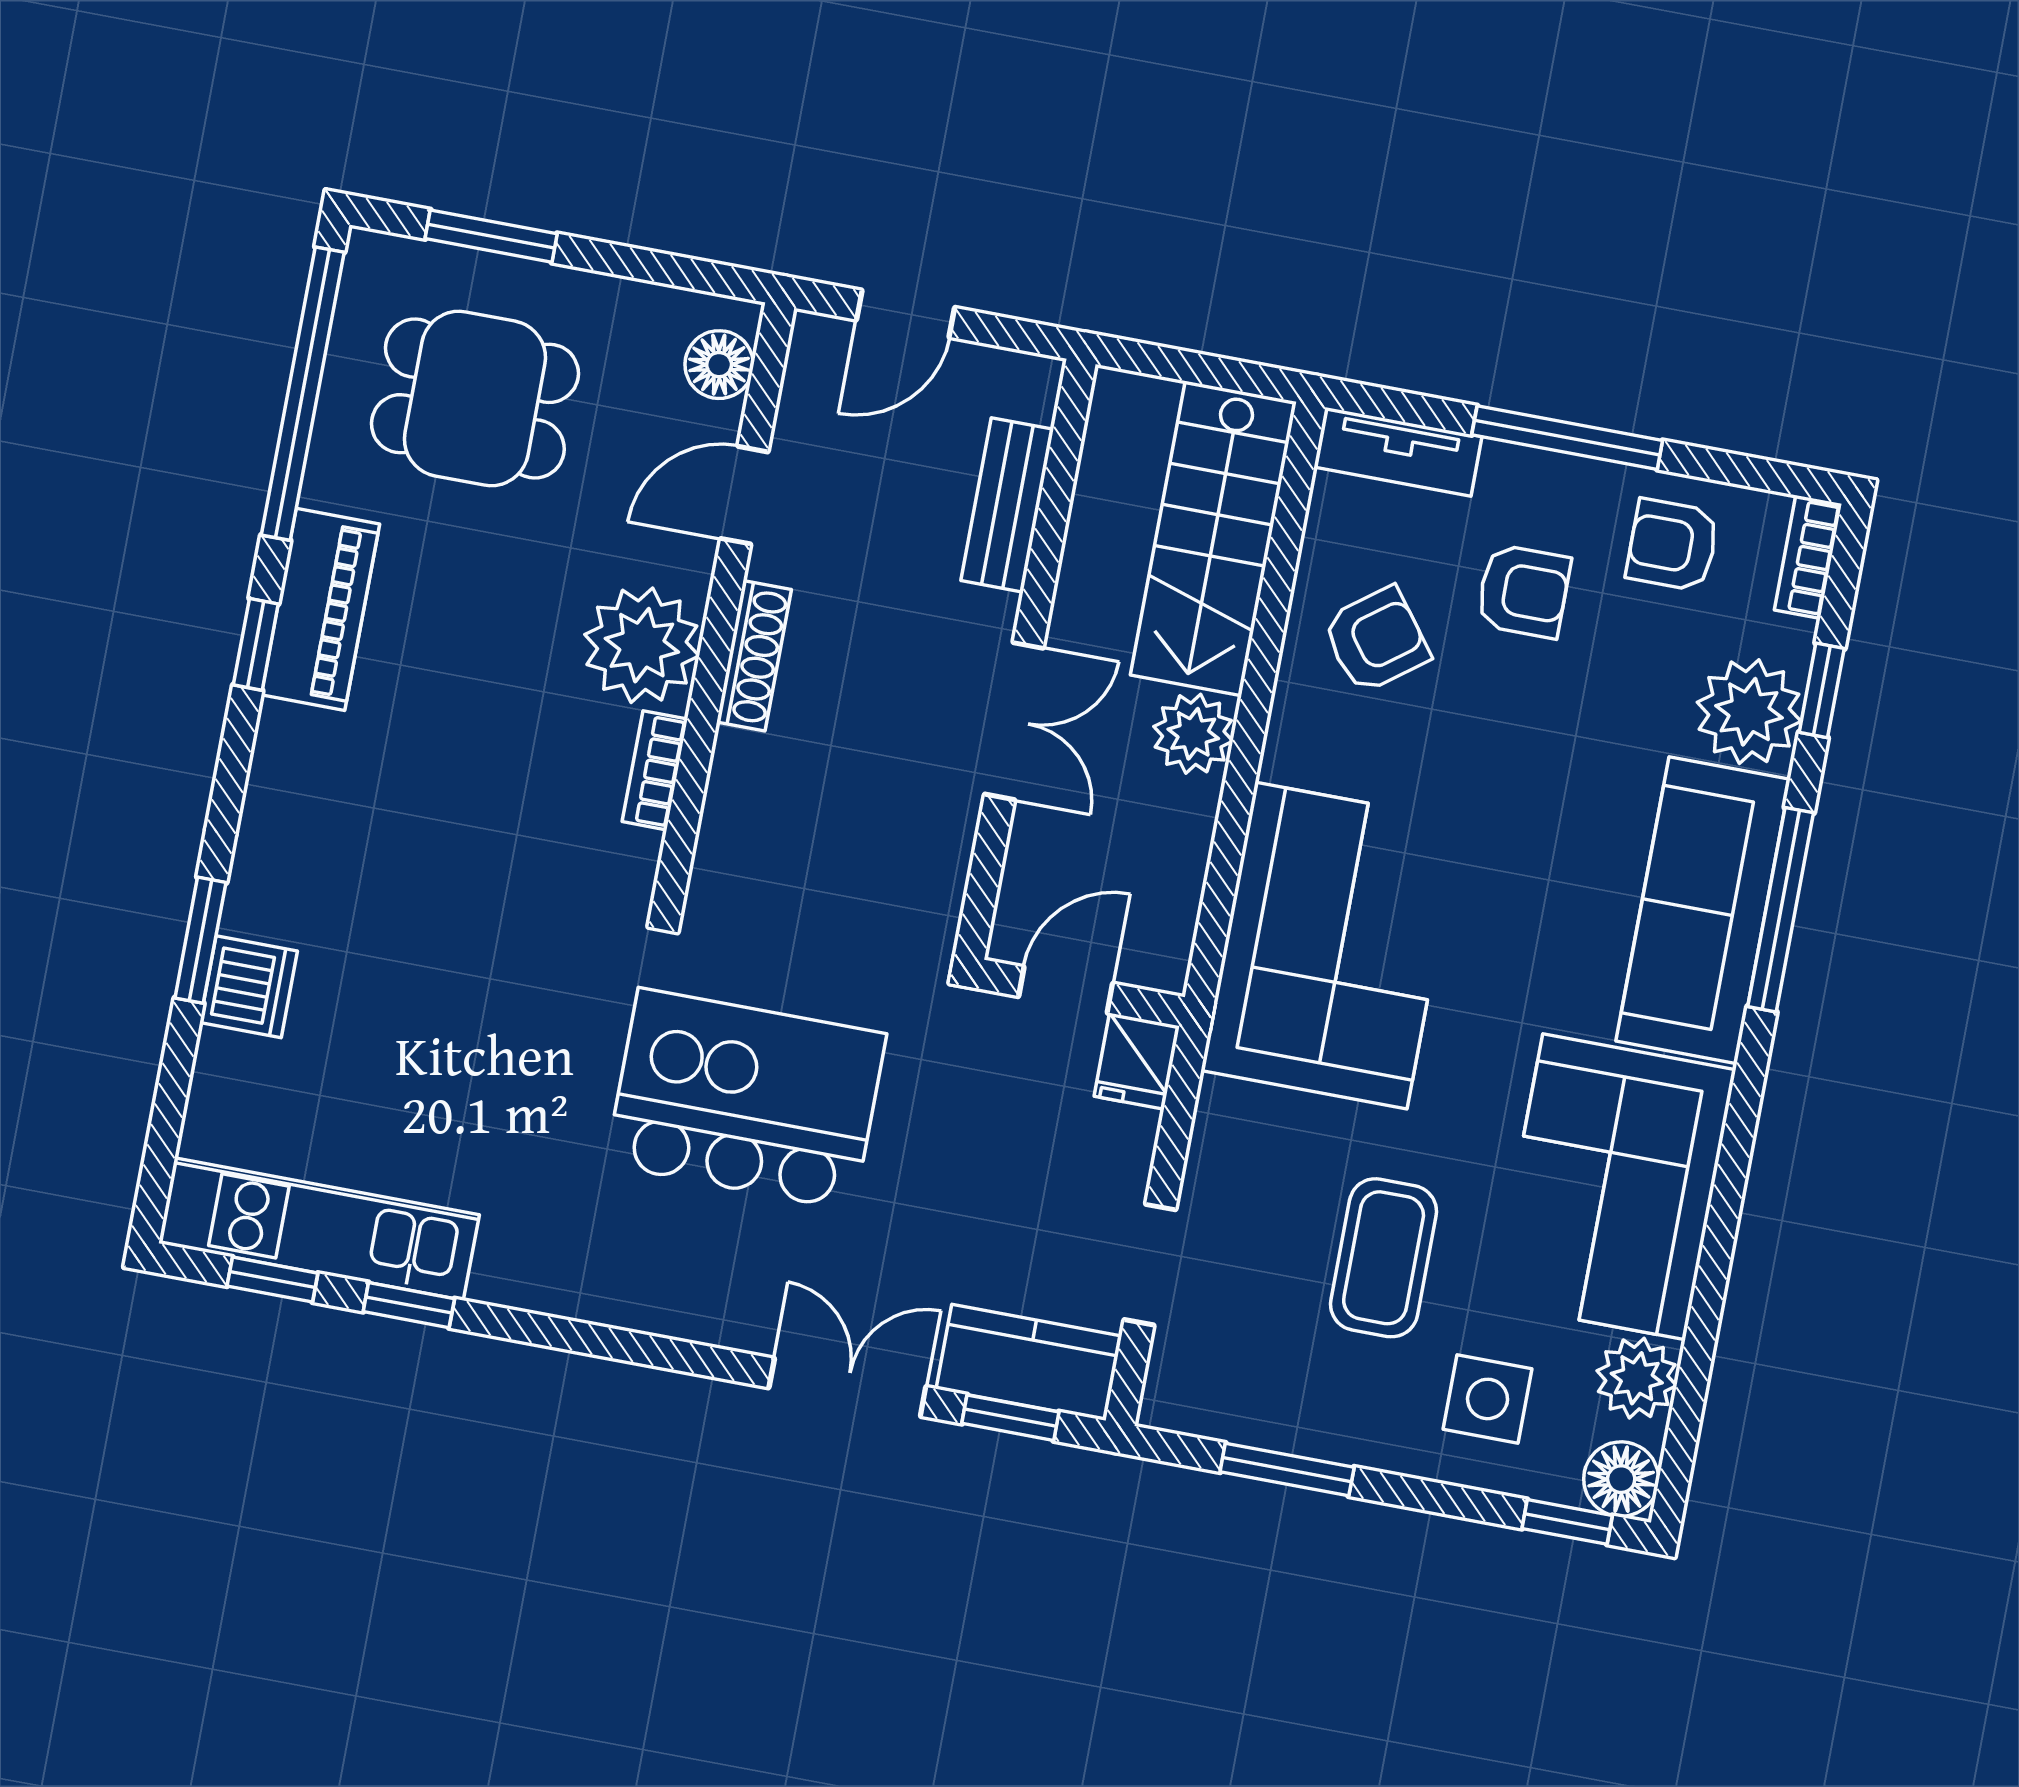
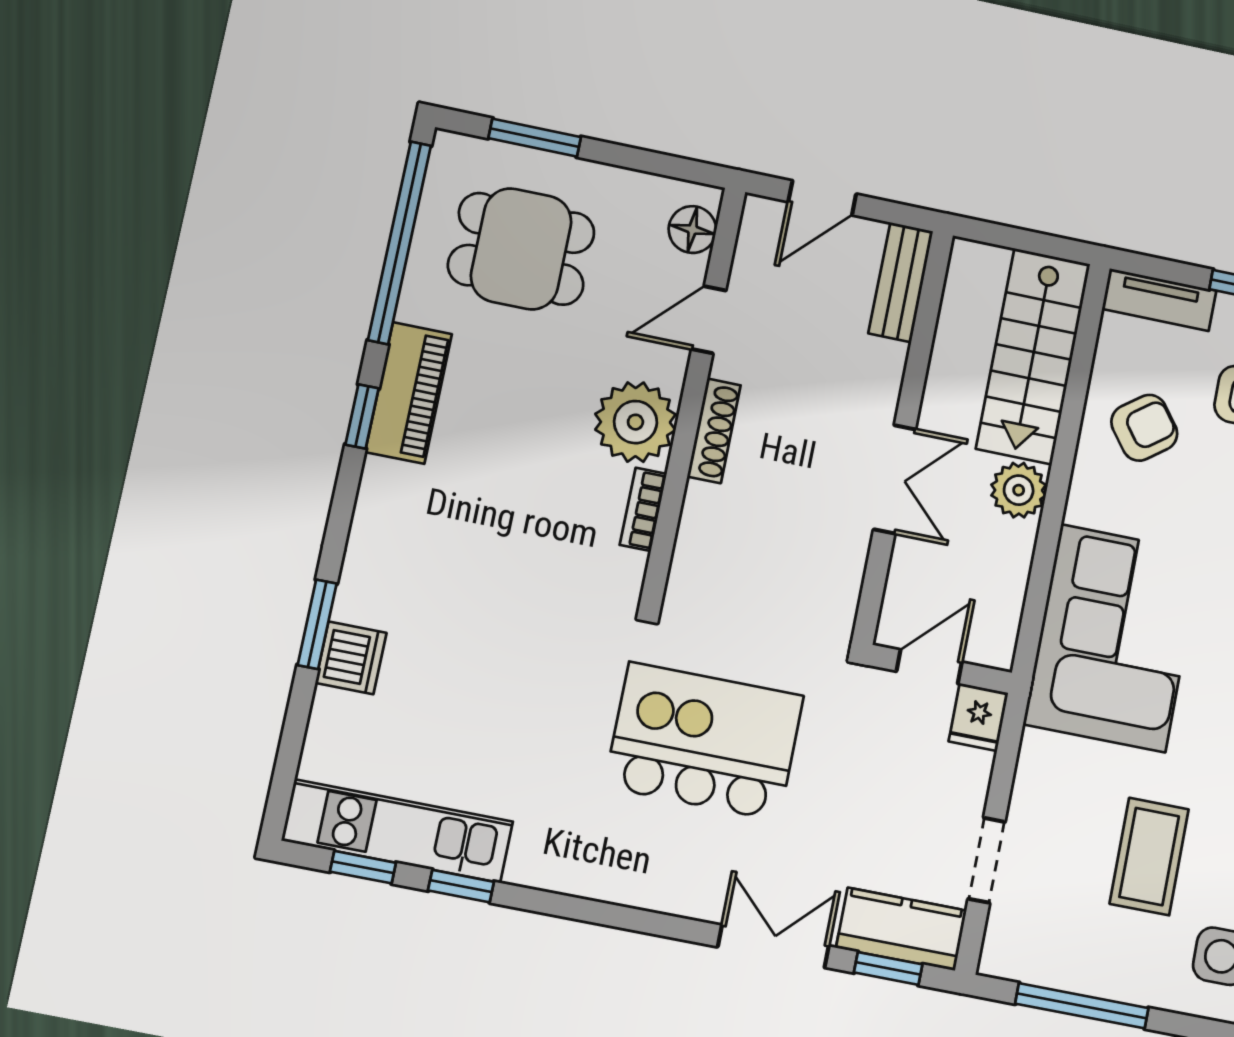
bench: (1007, 505) -> (901, 282), moved
window: (1287, 1469) -> (1082, 1006), width x1.44

